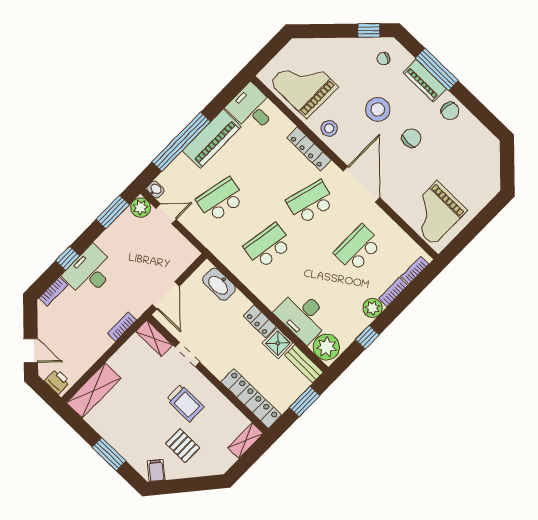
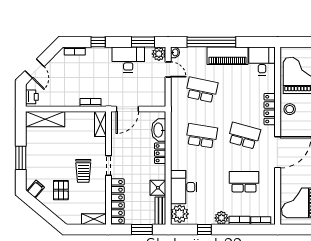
desk: (90, 272) -> (128, 60), moved
locker: (260, 321) -> (160, 153), moved
doorway: (187, 354) -> (108, 165), moved

